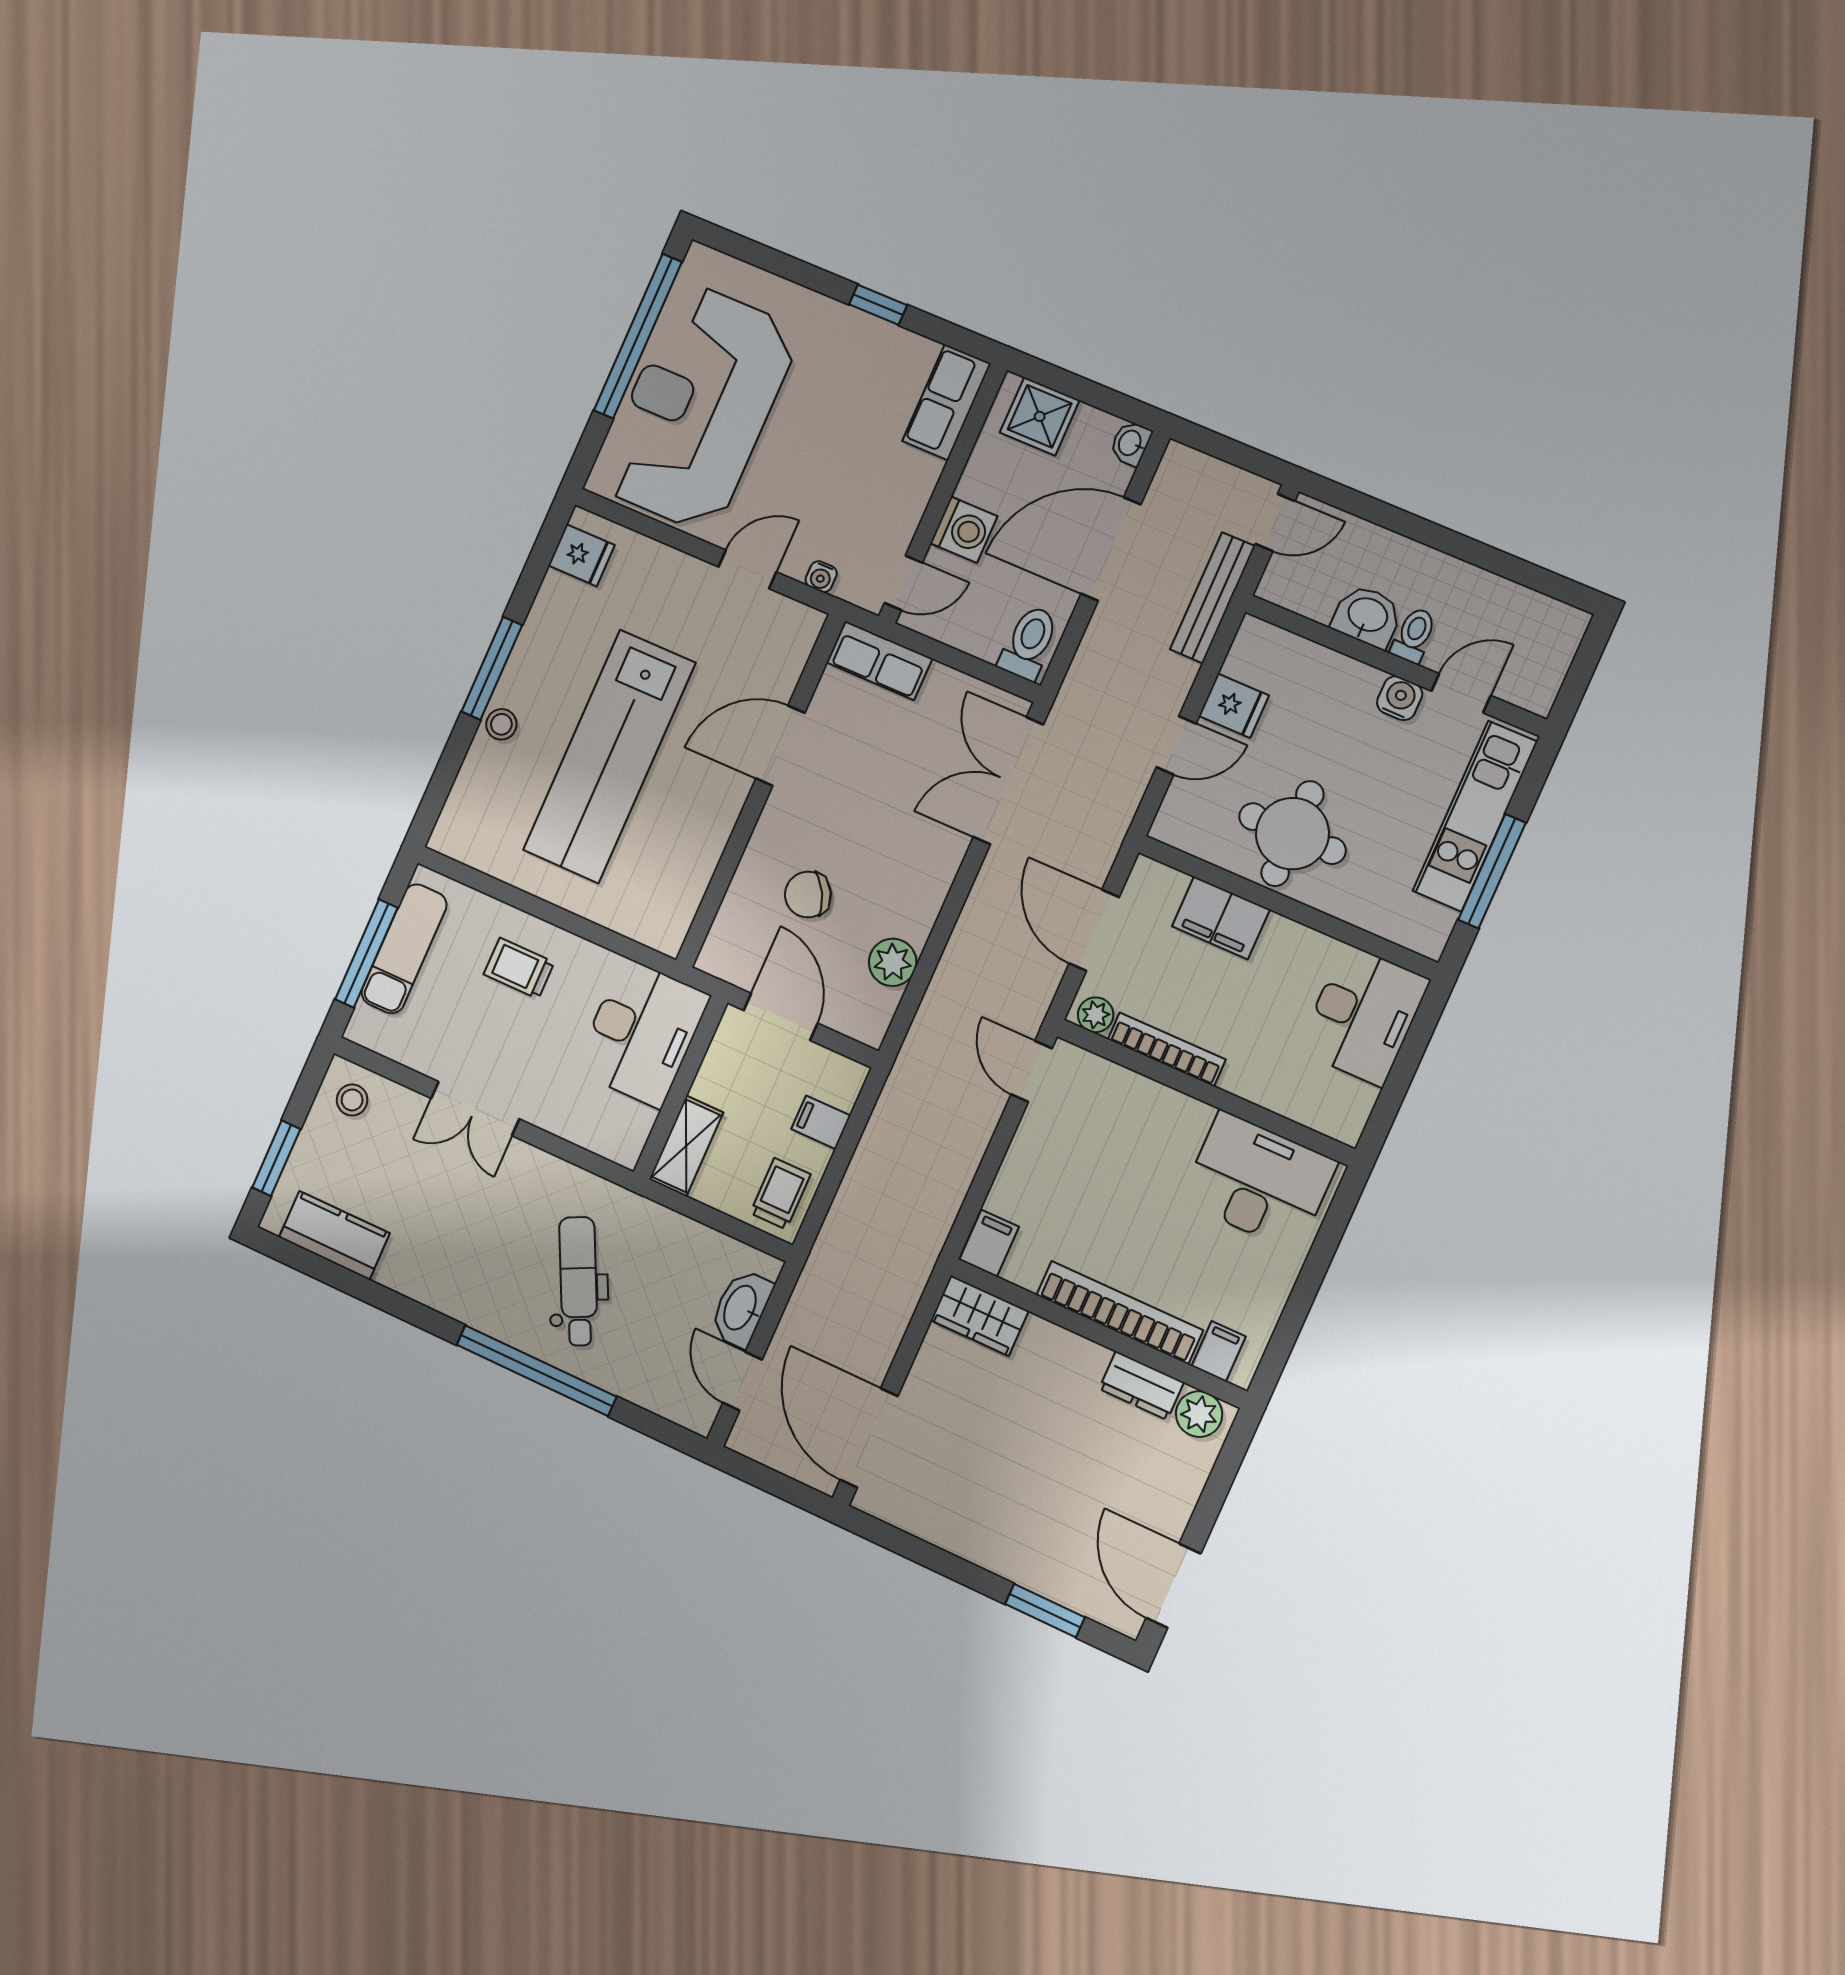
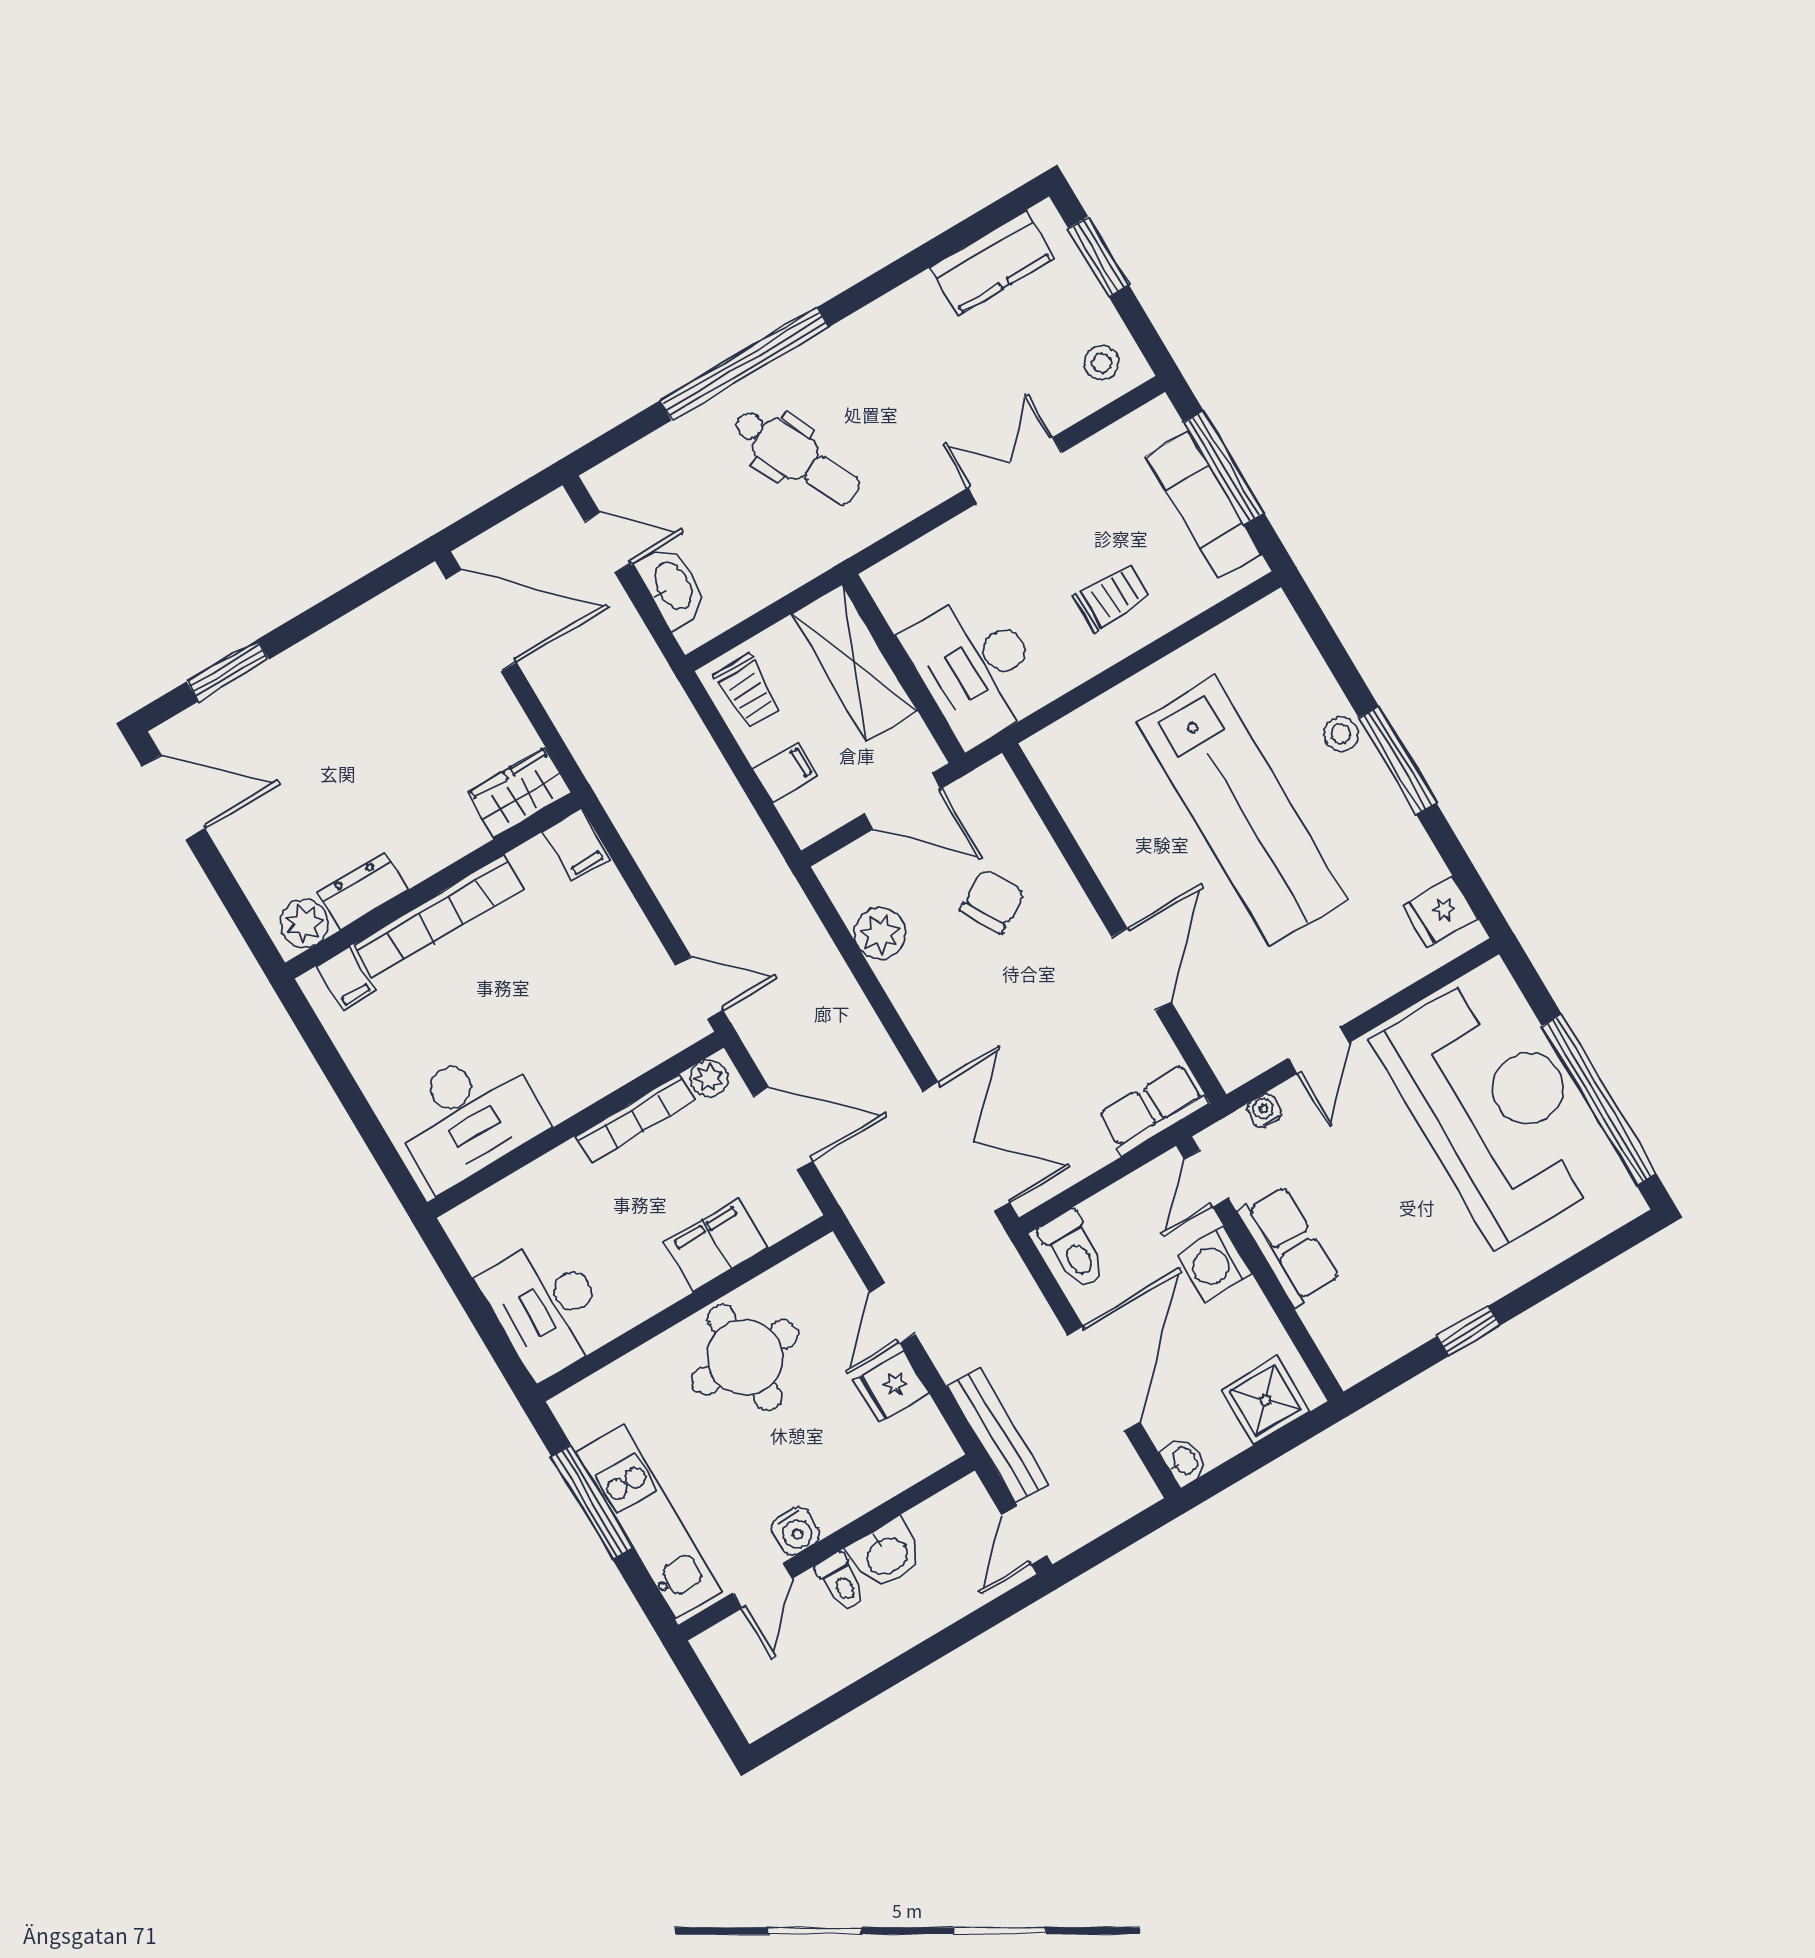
row of seats: (946, 402) -> (1289, 1246), moved
lab bench: (609, 756) -> (1242, 811), turned 180
shelving: (686, 1146) -> (854, 662), width x1.50, depth x1.33

